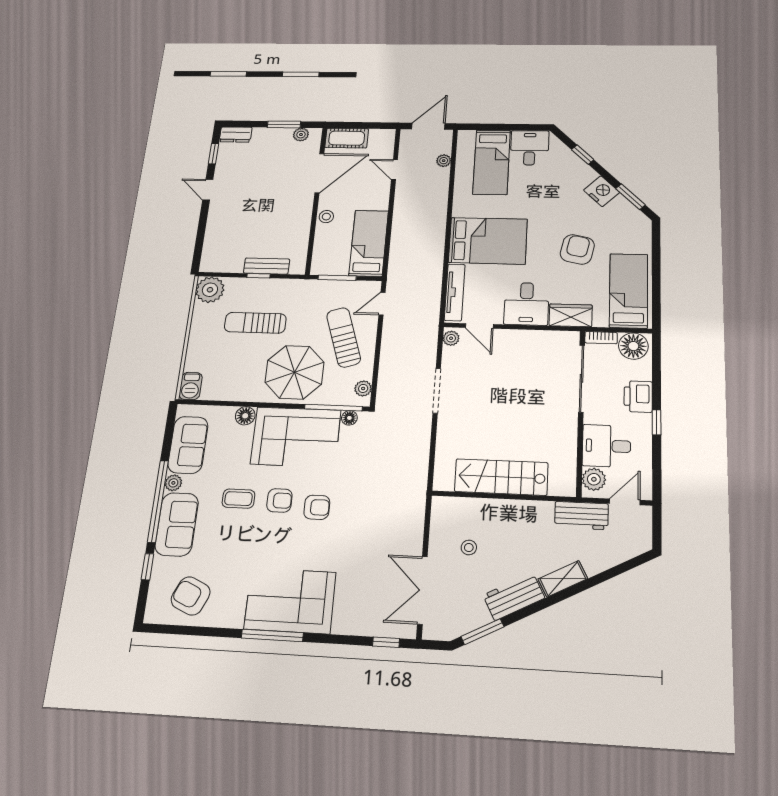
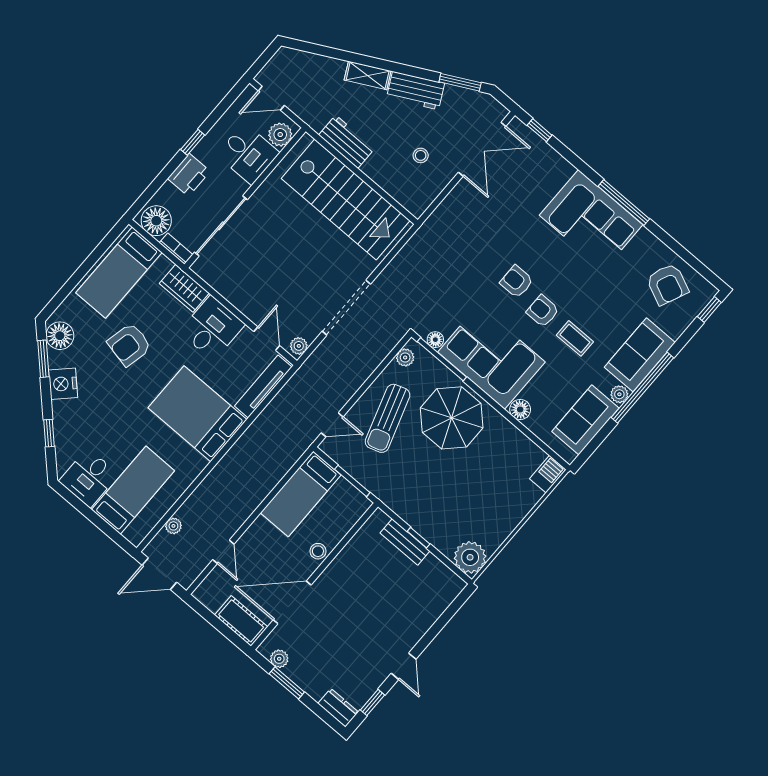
floor lamp: (633, 219) -> (60, 336), added
sun lounger: (255, 323) -> (453, 492), removed
doorway: (437, 391) -> (346, 308), width x1.36
stairs: (501, 477) -> (346, 200), width x1.36, depth x1.51
workbench: (582, 516) -> (347, 142), moved
window: (147, 567) -> (709, 309), moved

